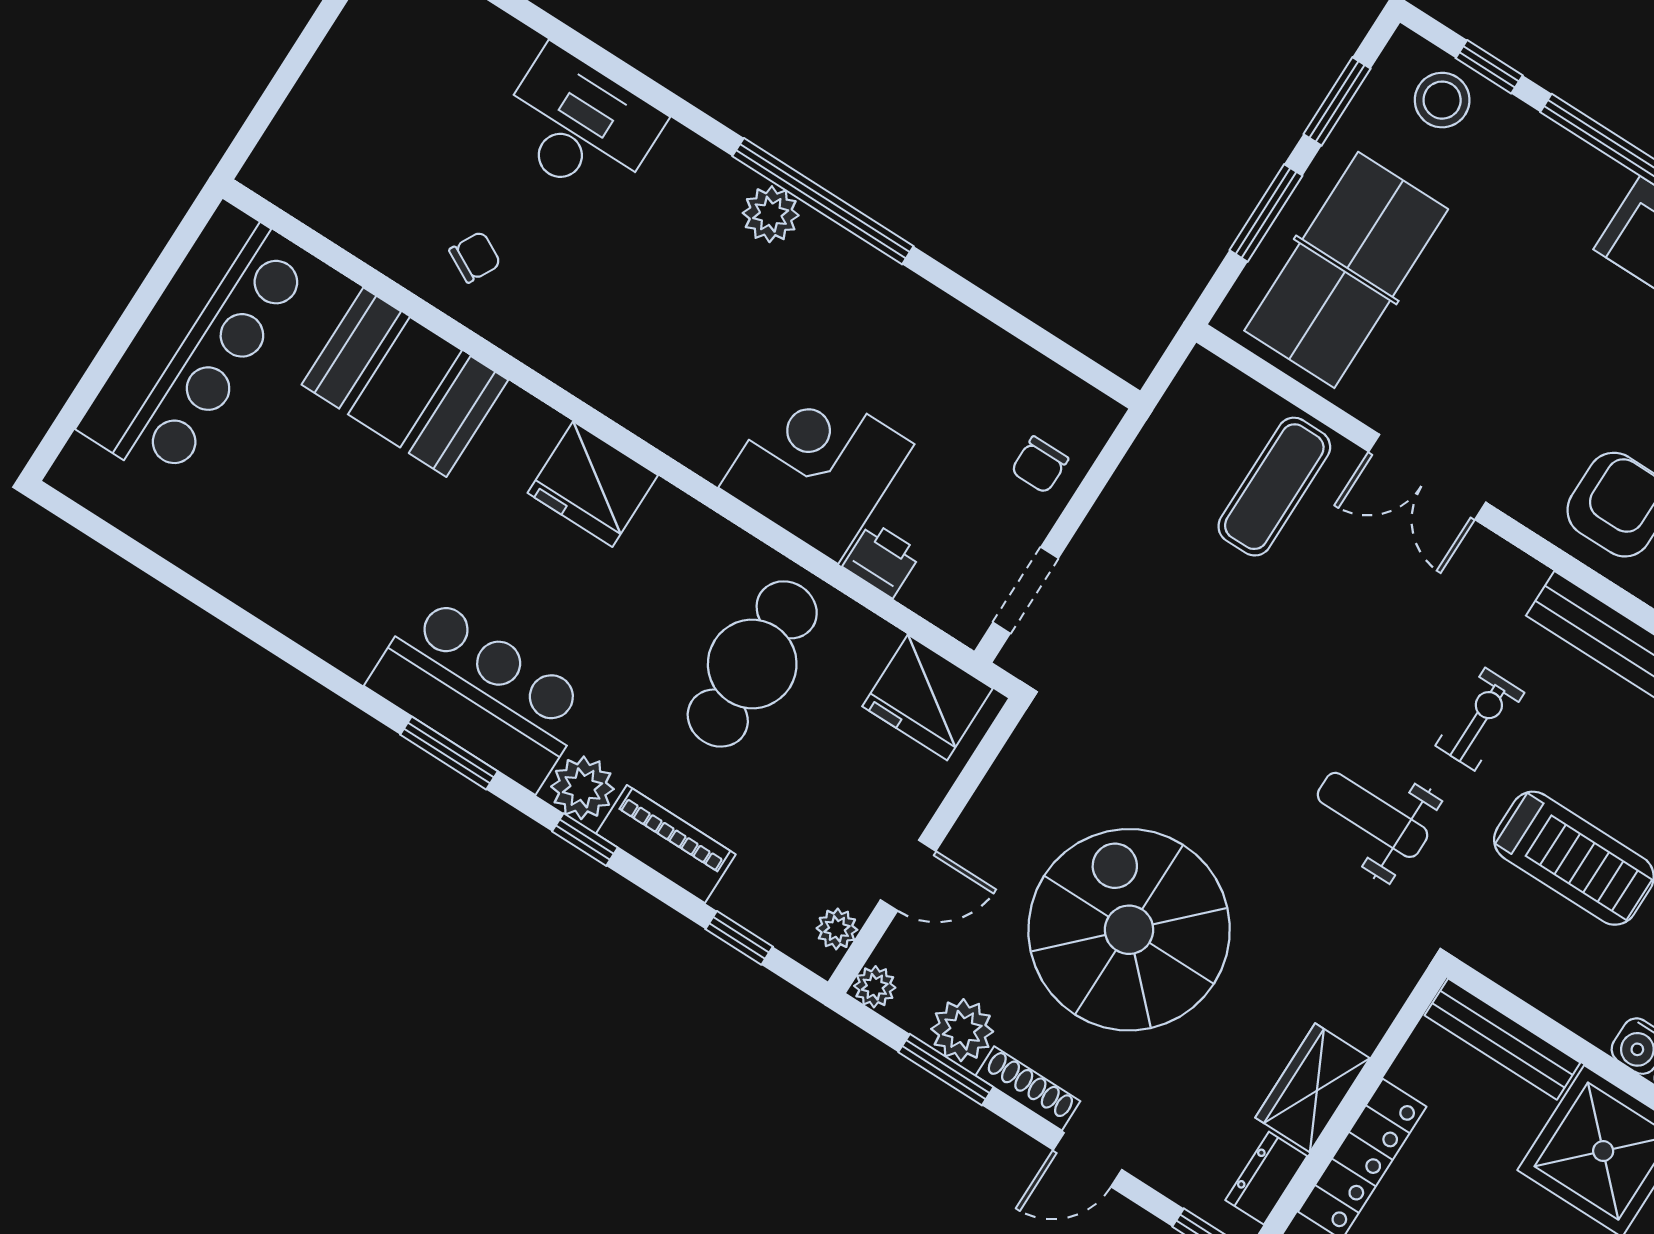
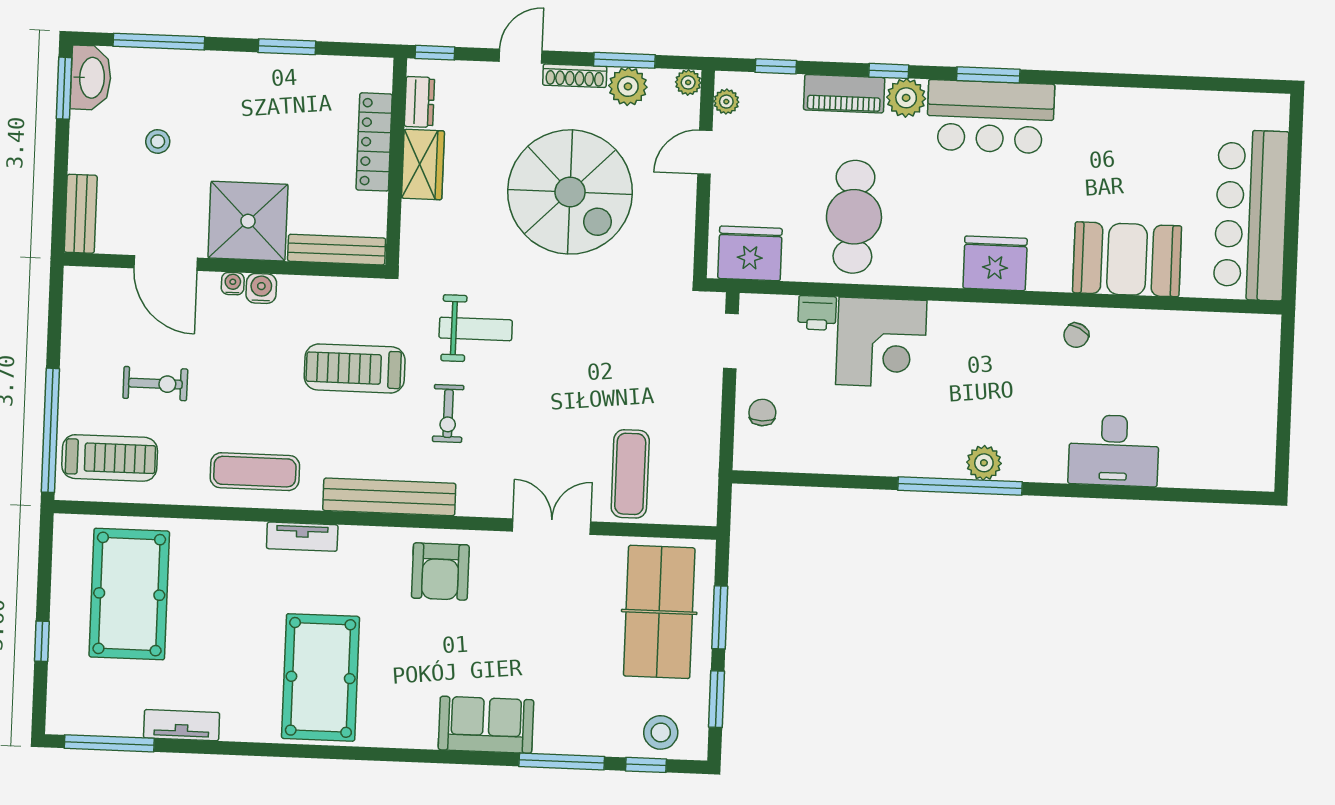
chair: (475, 257) -> (1076, 335), moved

